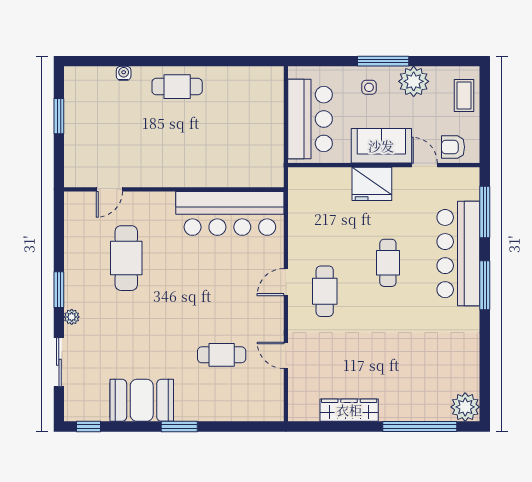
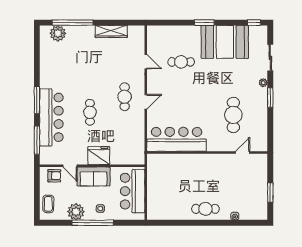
window: (383, 61) -> (93, 223), width x1.46
booth: (142, 400) -> (225, 42), width x1.36, depth x1.42
plant: (465, 407) -> (58, 33), moved

